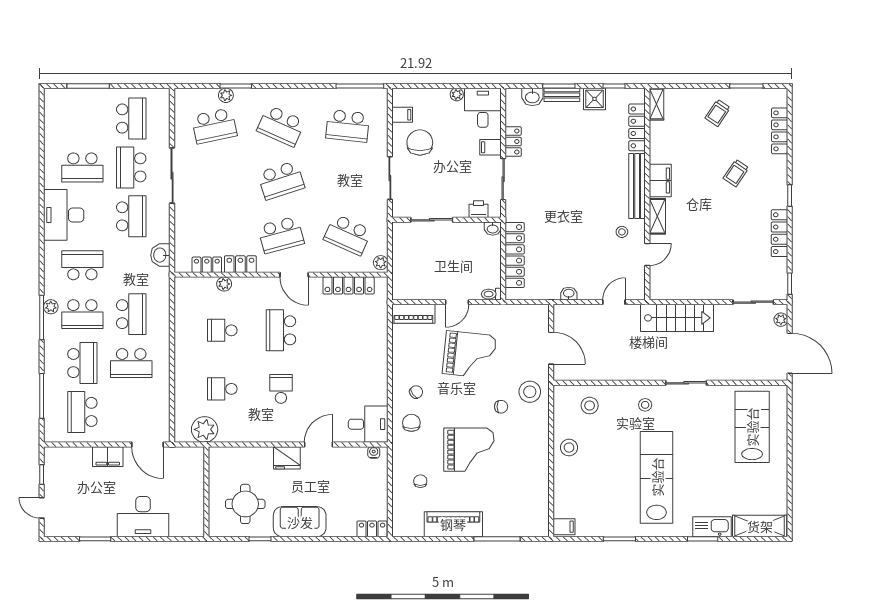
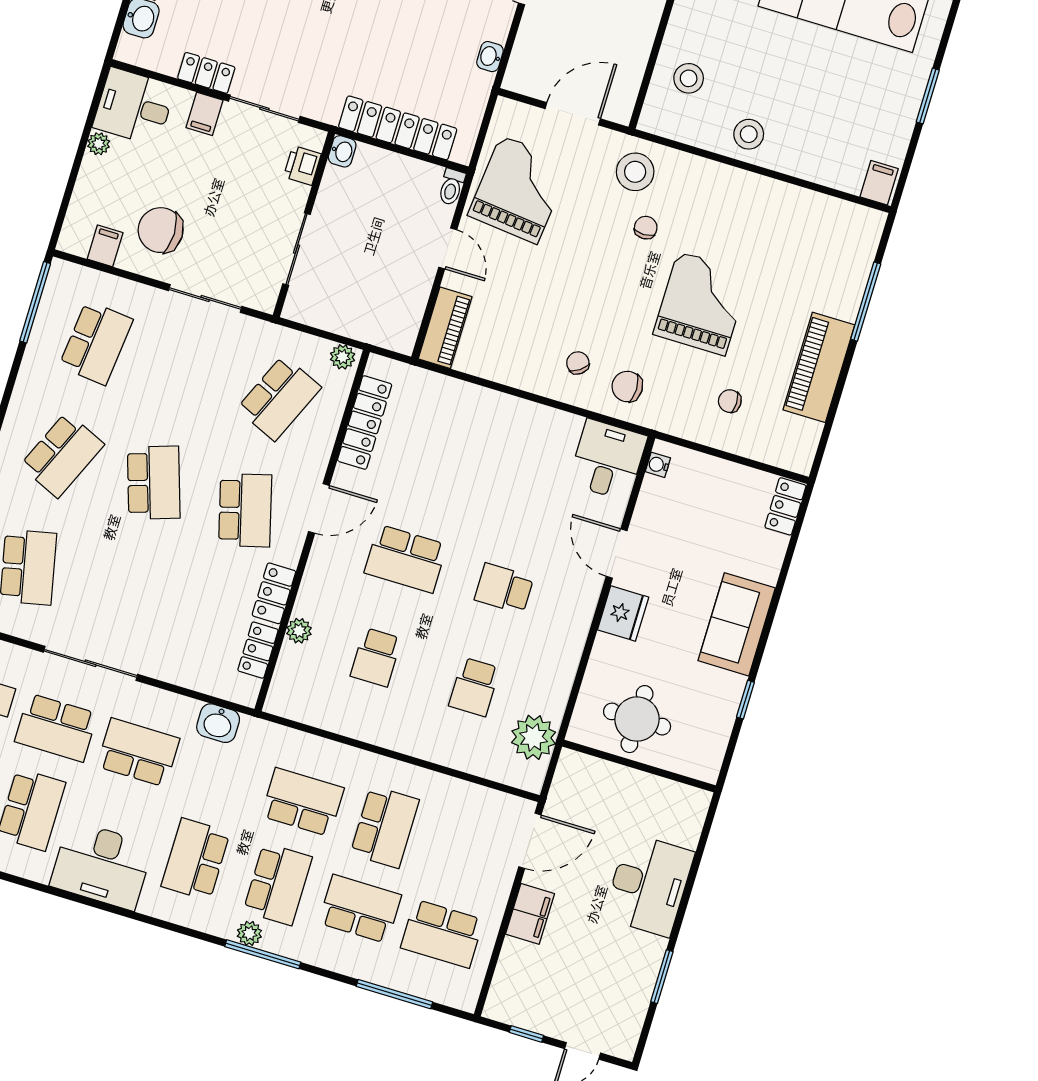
grand piano: (469, 355) -> (519, 190), moved
round table: (245, 504) -> (637, 719), moved

